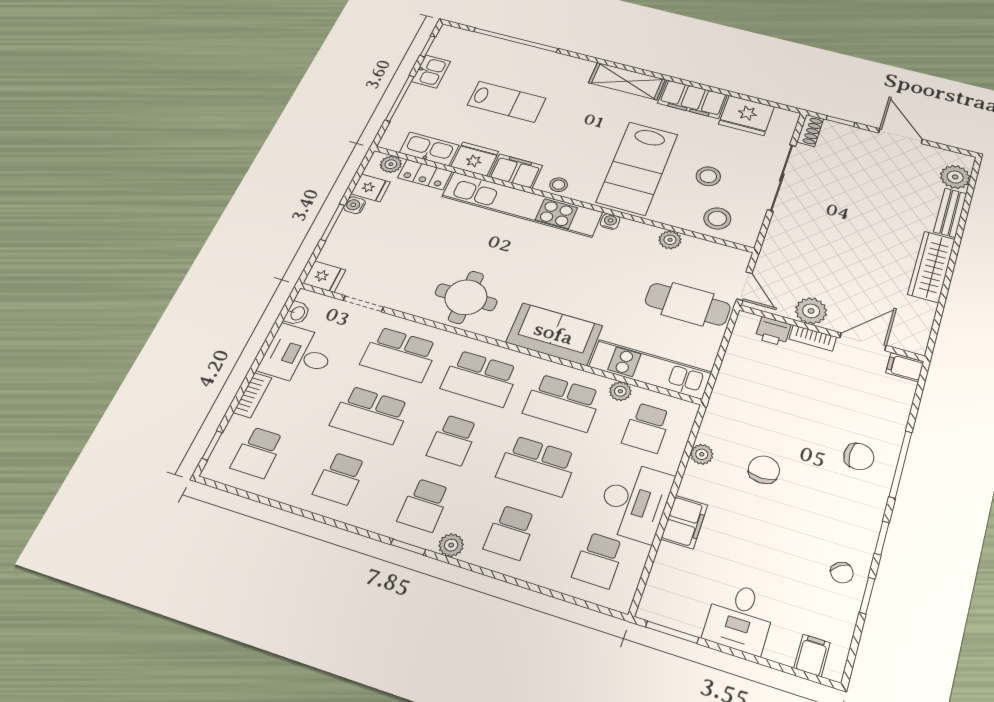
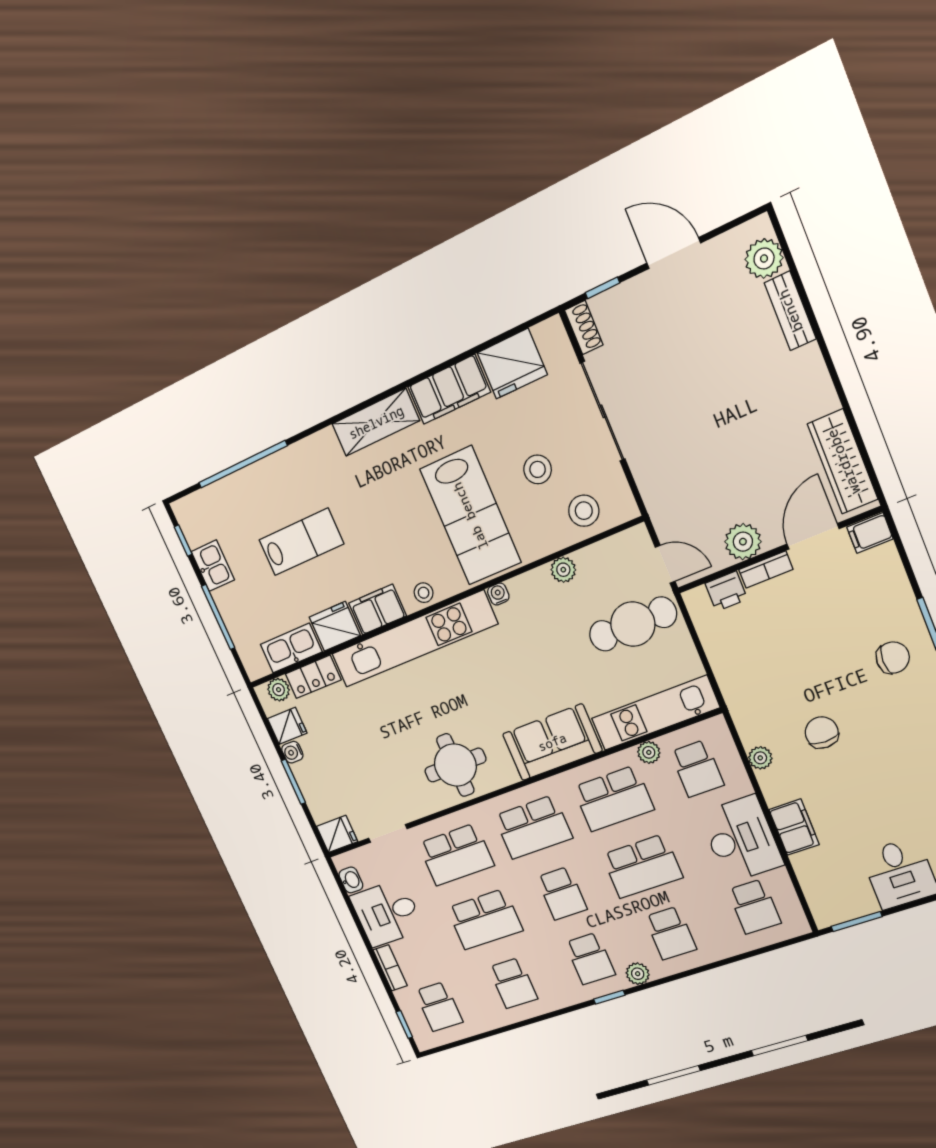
wardrobe: (932, 267) -> (843, 462), moved

